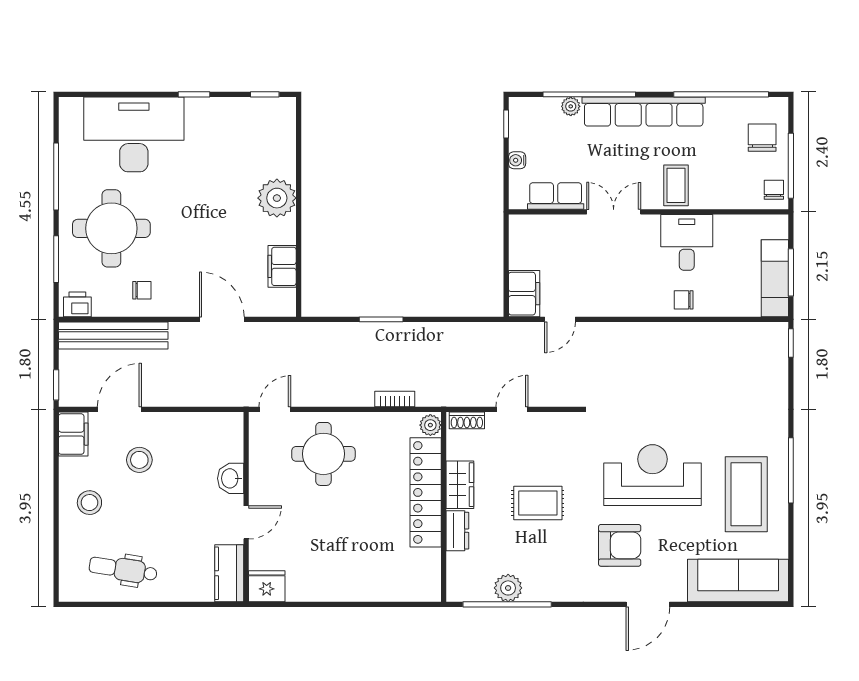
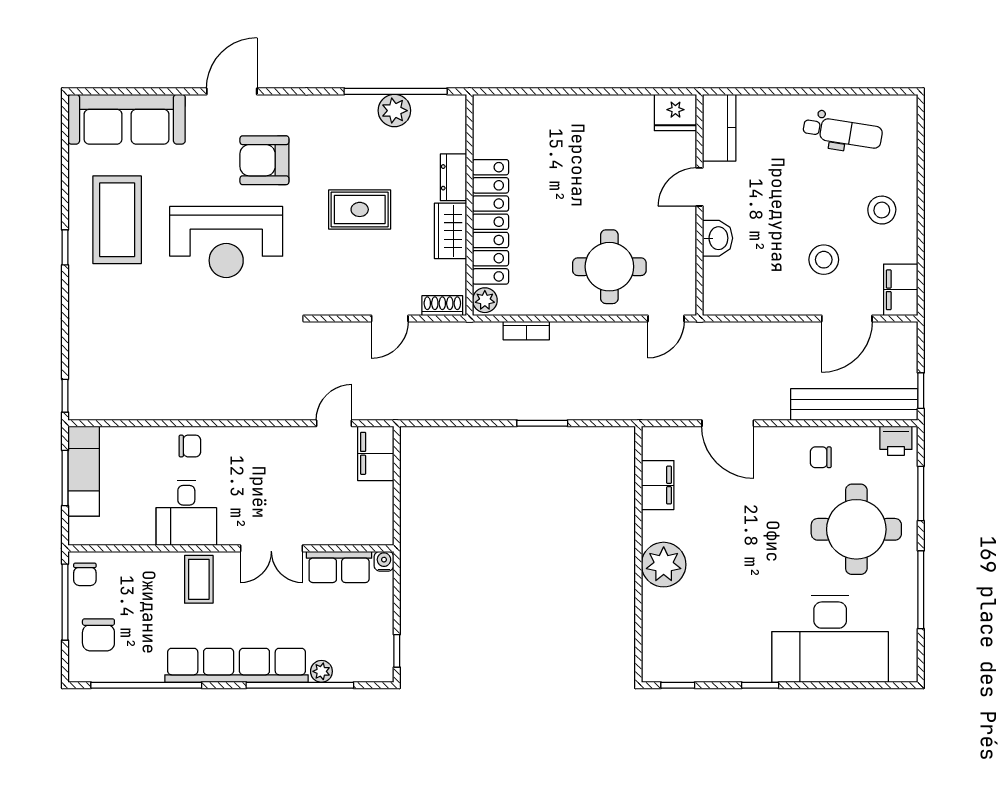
water cooler: (517, 160) -> (384, 561), moved, turned -90
window: (56, 385) -> (921, 391), moved
window: (791, 470) -> (65, 247), width x0.46

